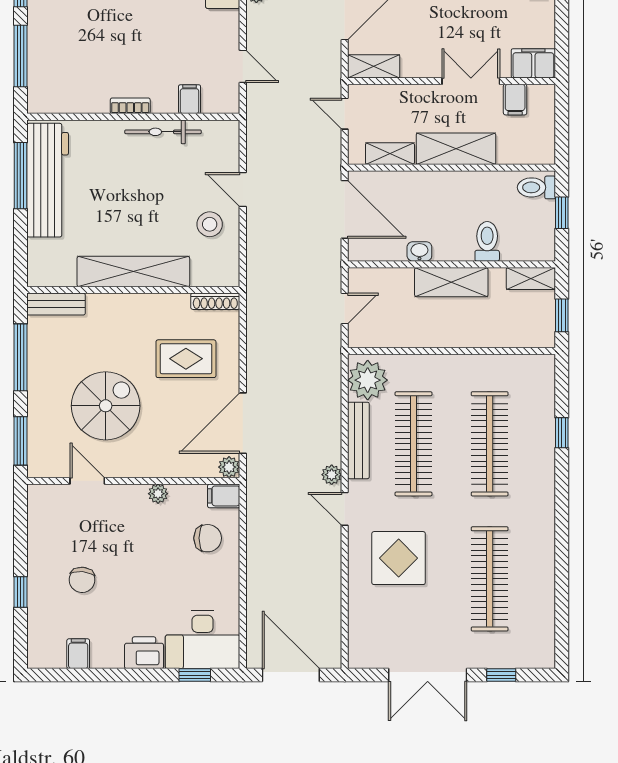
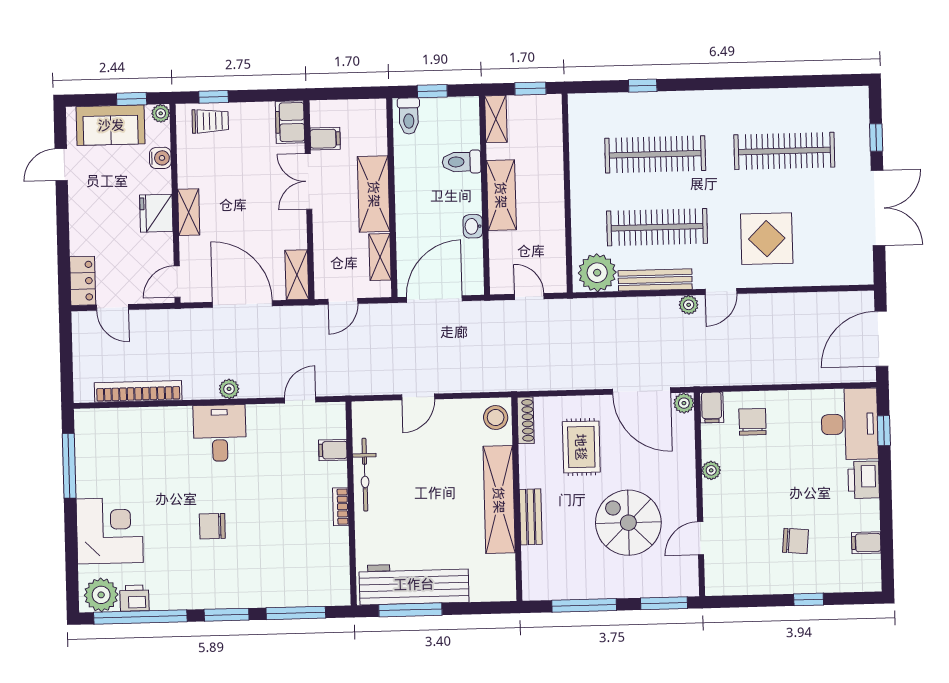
stool: (210, 224) -> (496, 418), moved
bench: (56, 304) -> (531, 517), moved

